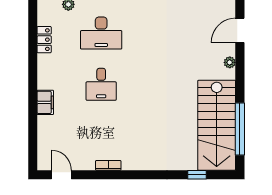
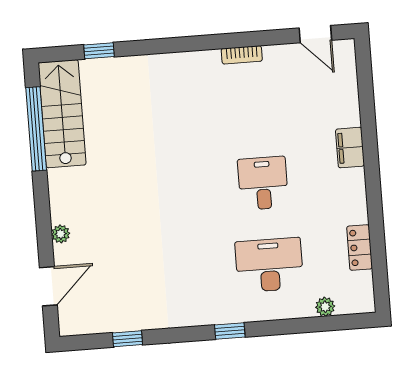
stairs: (217, 125) -> (62, 114), width x0.73, depth x0.66

